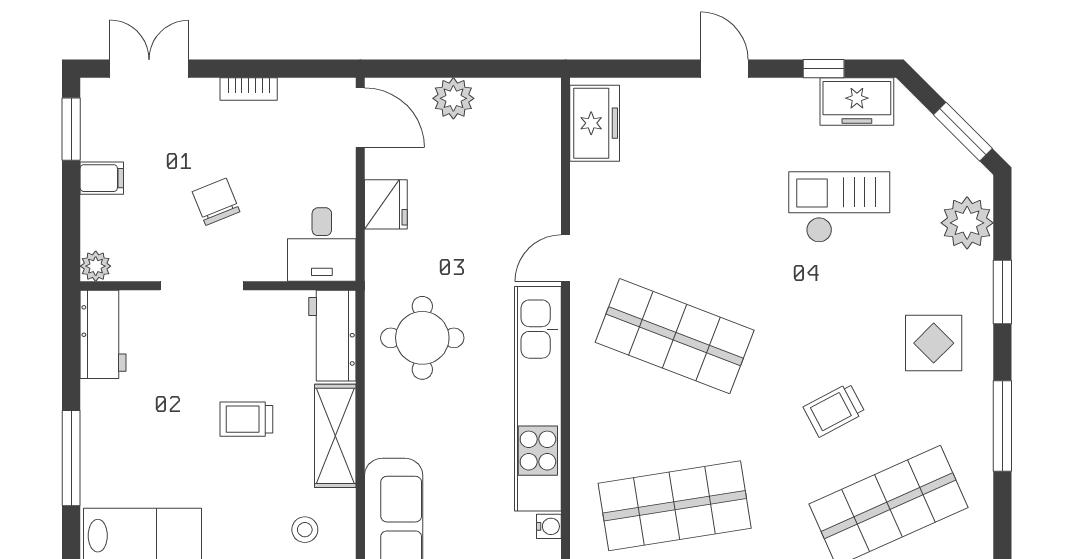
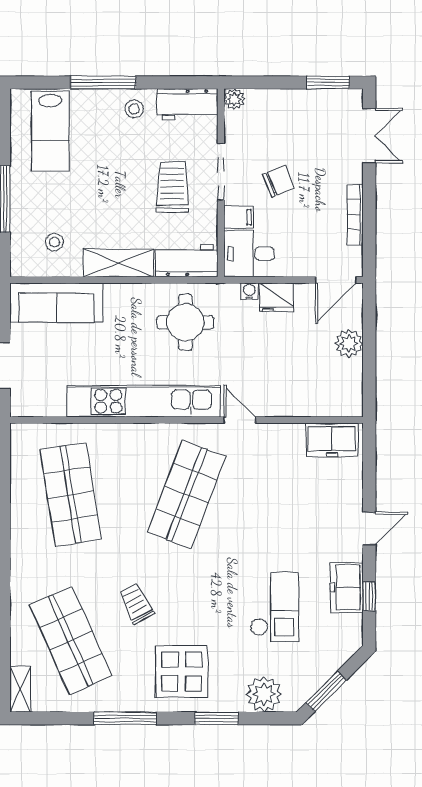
bookcase: (249, 89) -> (355, 215), width x1.56
freezer: (857, 102) -> (347, 587), moved
filing cabinet: (102, 178) -> (239, 217), moved, turned -90
display table: (934, 343) -> (182, 671), width x1.36, depth x1.36
stool: (110, 413) -> (134, 109), added
trolley: (246, 419) -> (172, 187), moved, width x1.36, depth x1.39
water cooler: (549, 526) -> (249, 291), moved, turned 180

